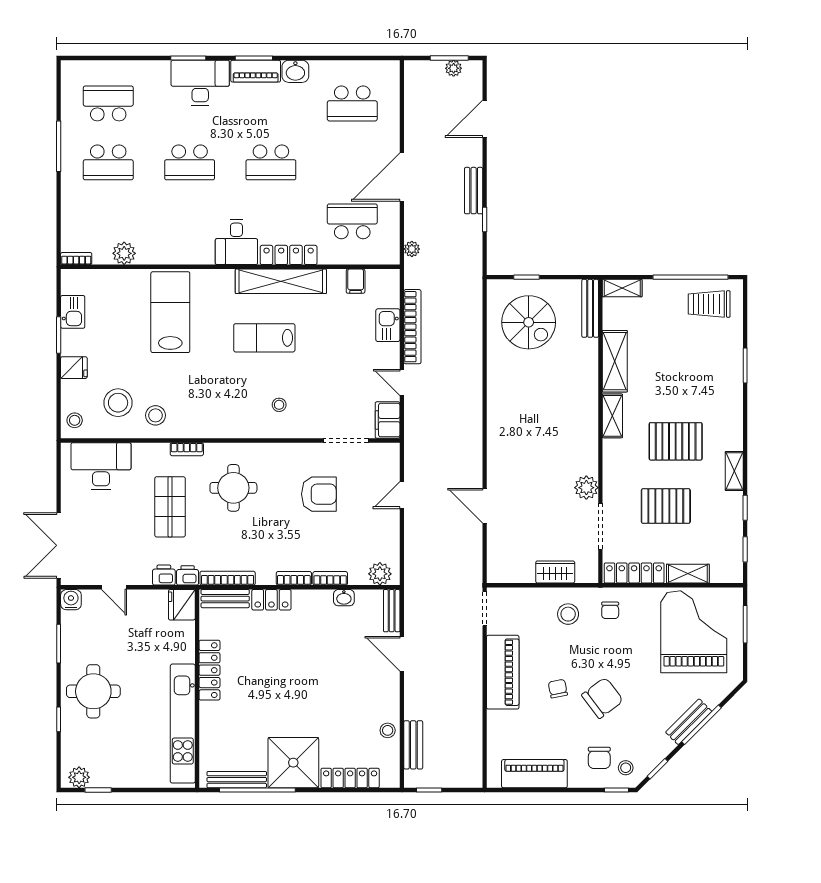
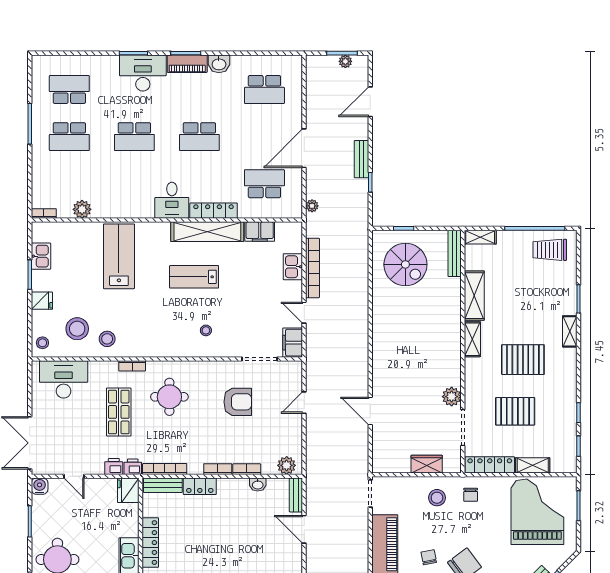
filing cabinet: (356, 281) -> (260, 232), width x2.00
shelving: (734, 471) -> (570, 331), moved

